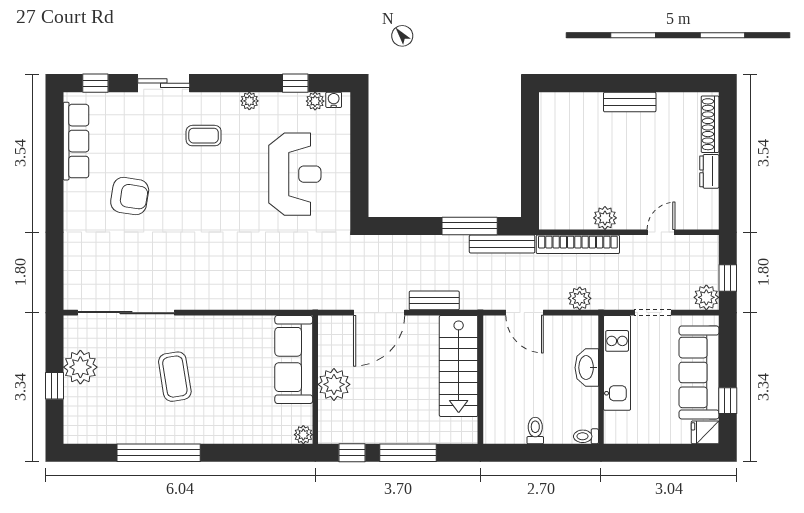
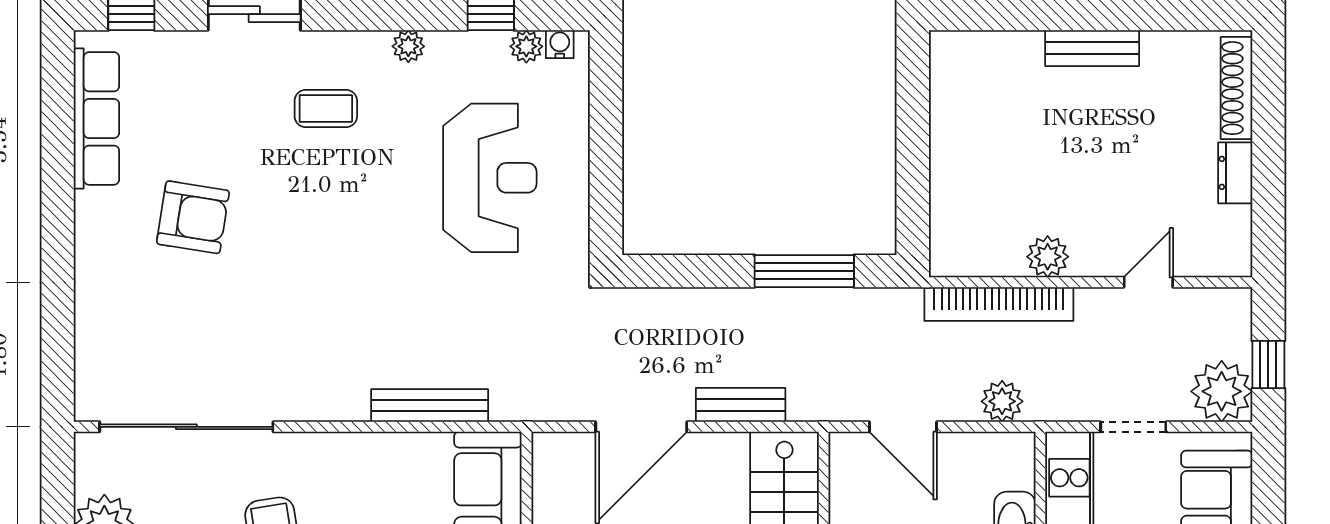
bench: (502, 244) -> (430, 406), moved
plant: (706, 297) -> (1222, 391), width x1.36, depth x1.36

